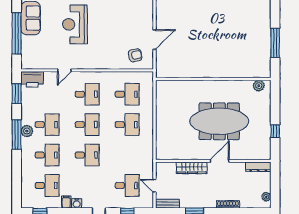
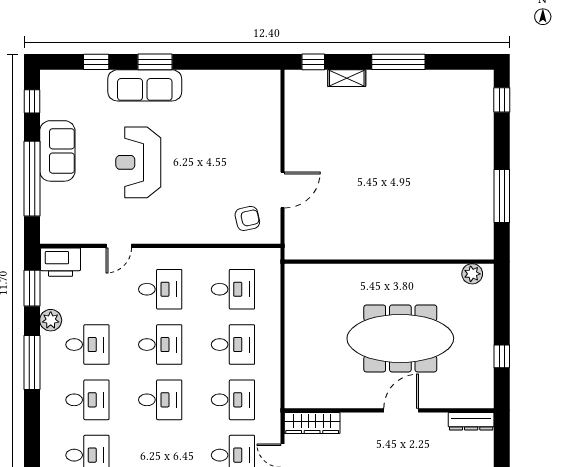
plant: (27, 131) -> (51, 320), moved
desk: (127, 155) -> (233, 400), added
wardrobe: (192, 168) -> (312, 423), moved

